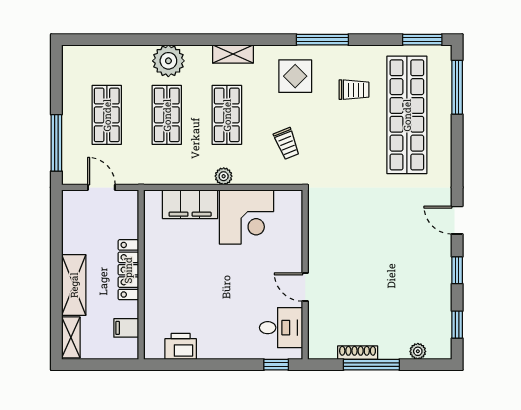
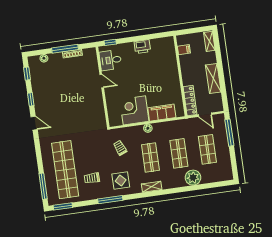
plant: (168, 61) -> (193, 178), moved
locker: (128, 270) -> (190, 101), moved
shelving: (74, 285) -> (213, 78), moved
printer: (181, 346) -> (142, 47), moved

